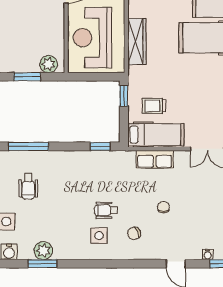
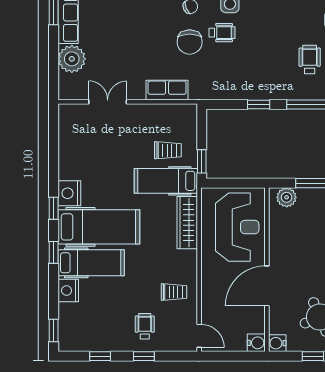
hospital bed: (156, 135) -> (166, 181), moved
window: (100, 146) -> (259, 104), moved
chair: (163, 207) -> (190, 42), moved, width x1.87, depth x1.87

